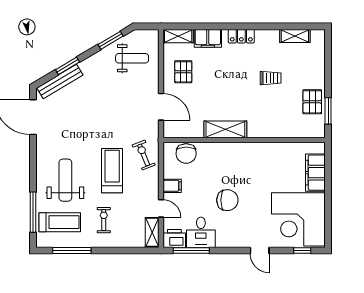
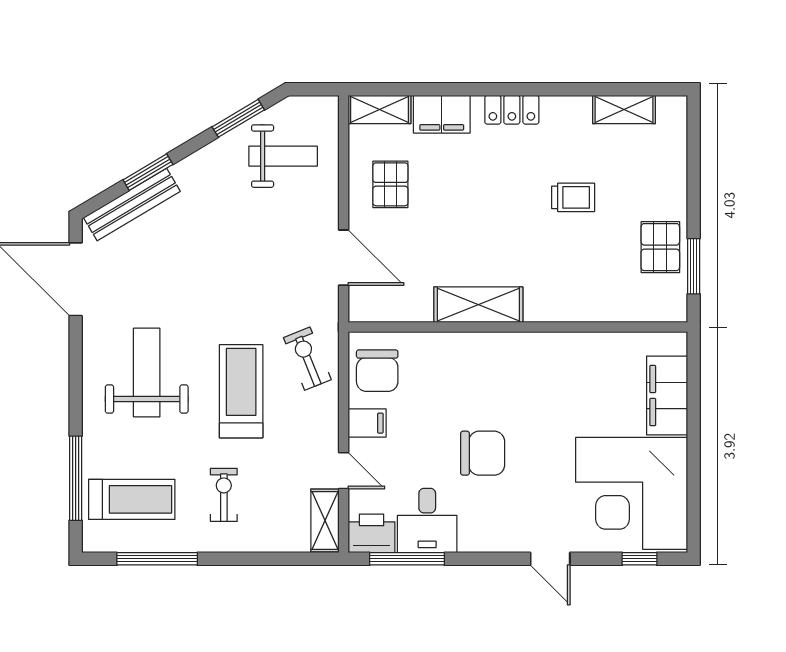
chair: (186, 154) -> (377, 371), moved
weight bench: (65, 180) -> (147, 372), moved

